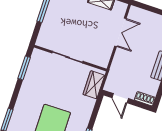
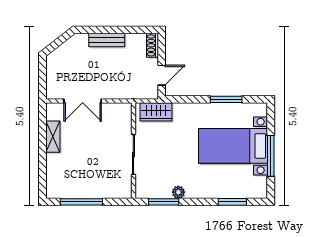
double door: (120, 32) -> (83, 101), swing flipped
plant: (28, 82) -> (178, 192), added

